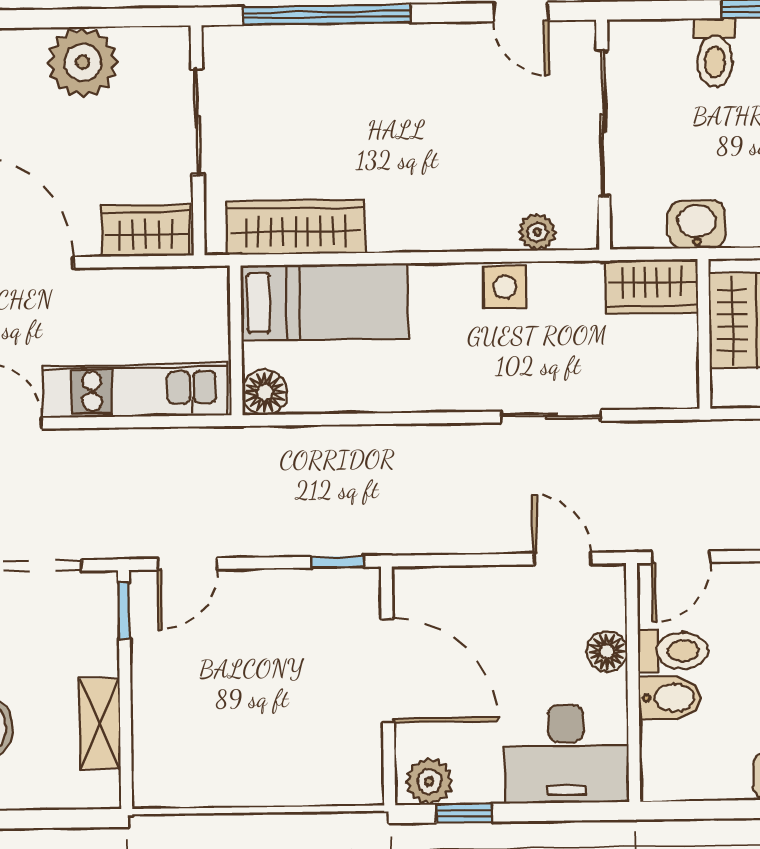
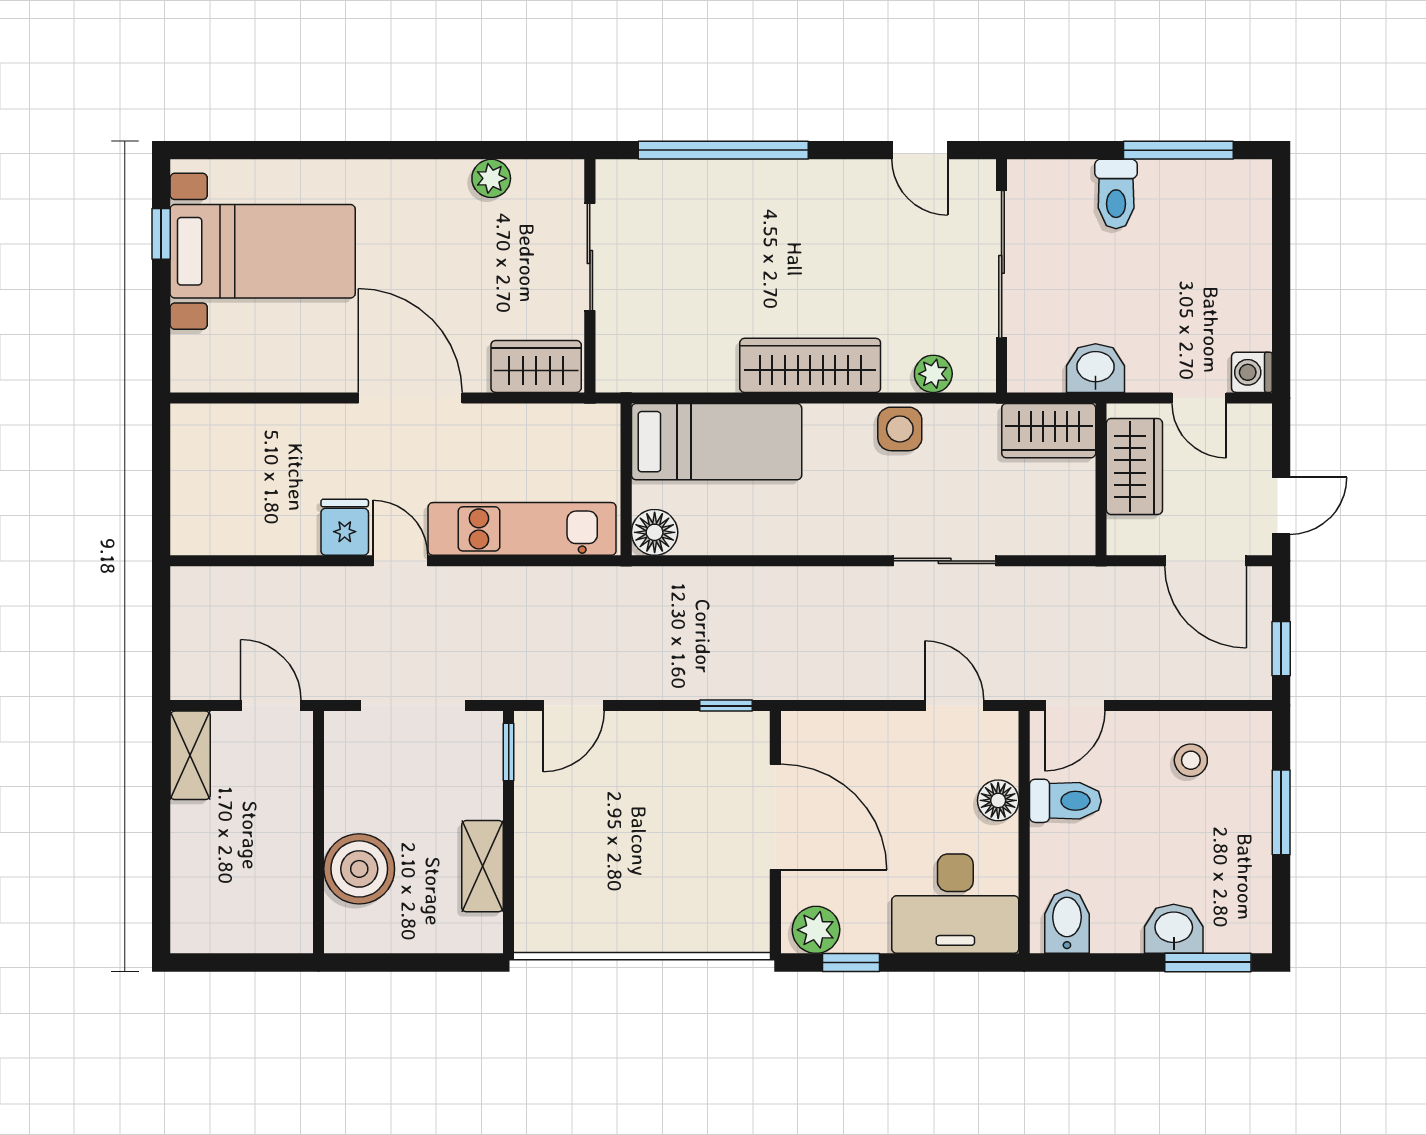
plant: (83, 62) -> (491, 178), width x0.53, depth x0.53
wardrobe: (296, 227) -> (810, 365), moved
bidet: (670, 698) -> (1067, 922), moved, turned -90

